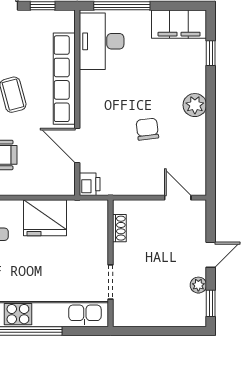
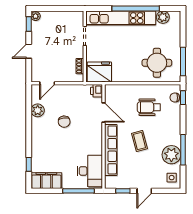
plant: (195, 105) -> (38, 110), moved
door: (178, 198) -> (47, 83), hinge flipped
fridge: (45, 218) -> (99, 72), moved
plant: (198, 285) -> (36, 16), moved

